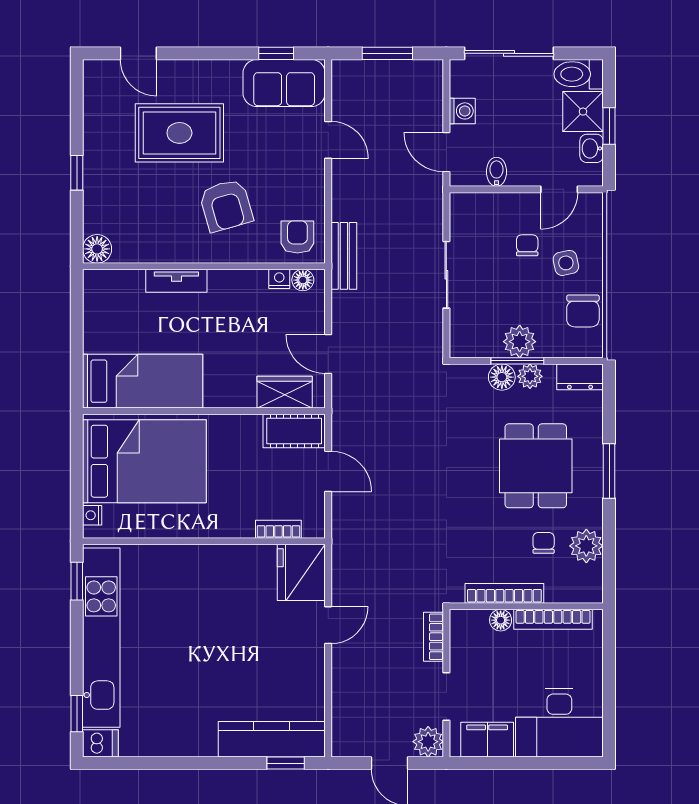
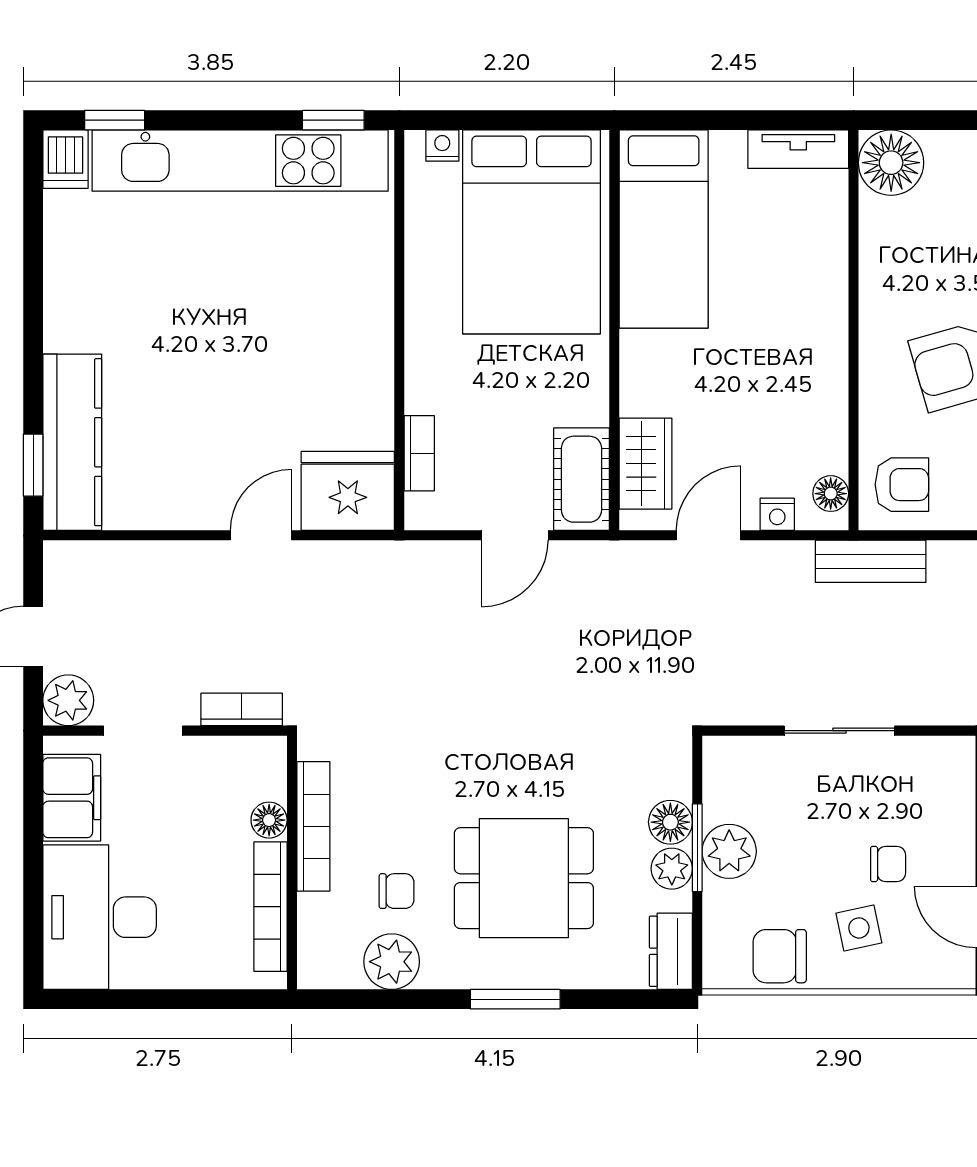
floor lamp: (97, 249) -> (891, 163), width x1.38, depth x1.38
nightstand: (279, 279) -> (777, 514), moved, turned 90
tv unit: (176, 281) -> (798, 149), moved, turned -90
door: (328, 625) -> (261, 535), swing flipped

